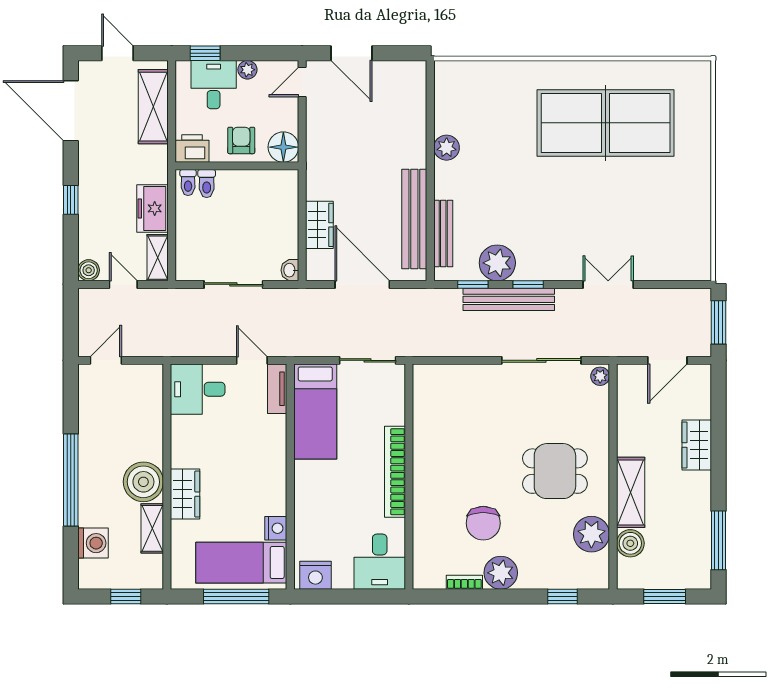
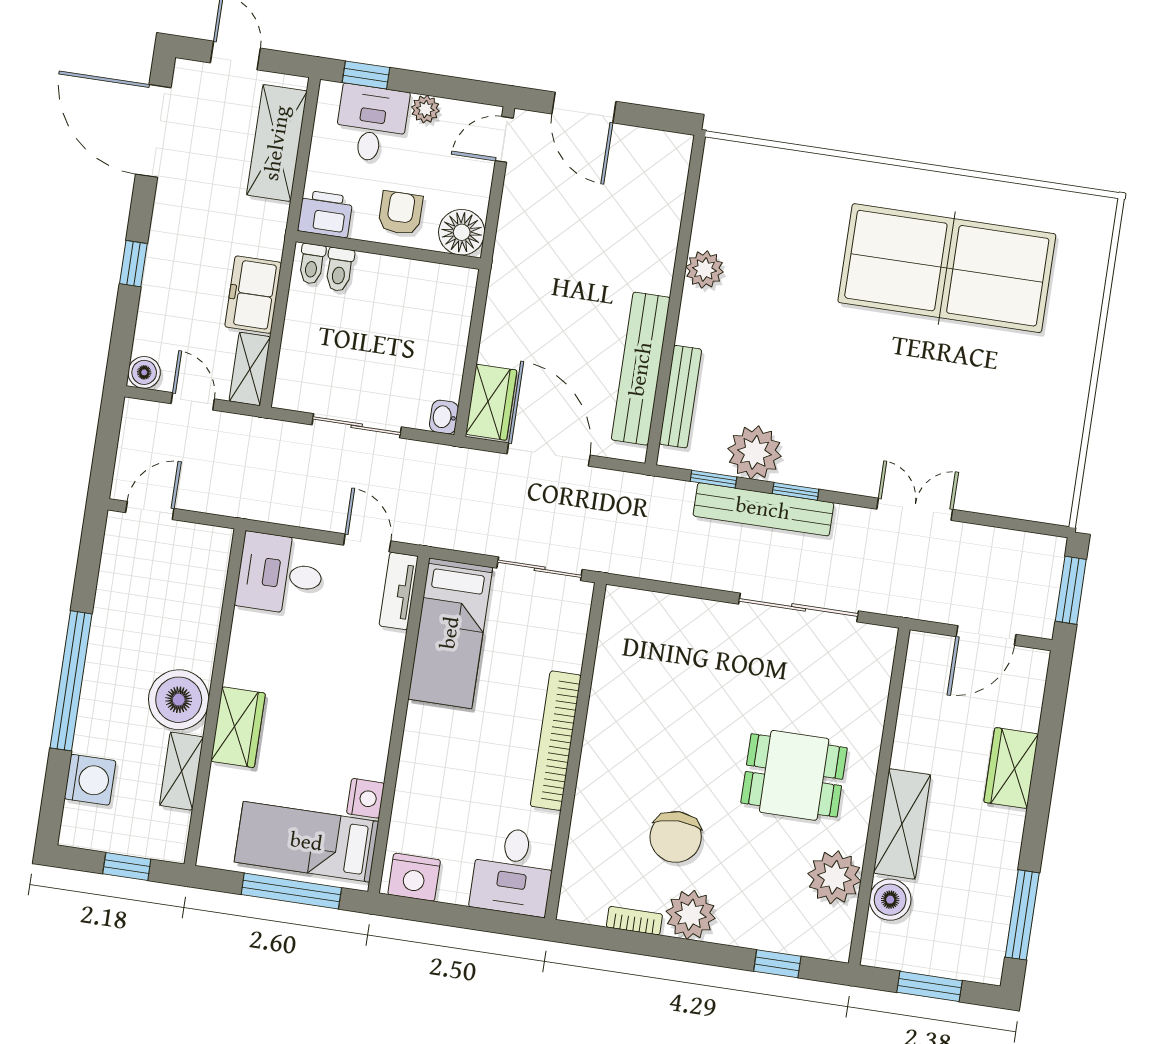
wardrobe: (319, 225) -> (491, 402), moved
plant: (600, 376) -> (882, 644), removed

